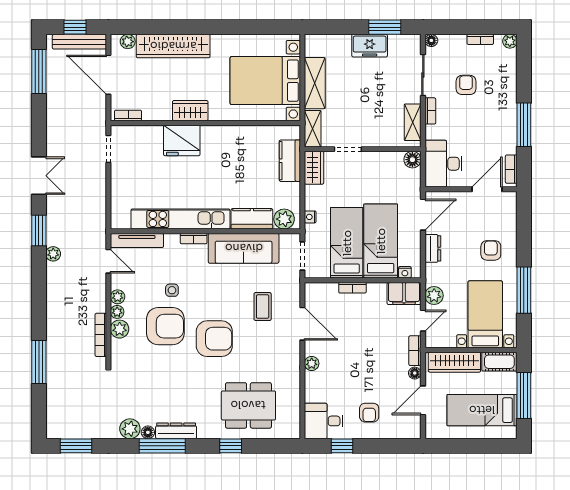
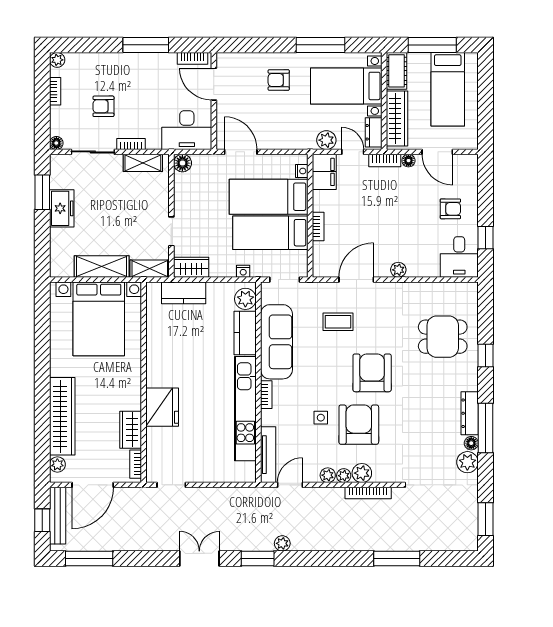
wardrobe: (190, 111) -> (131, 430), moved
dresser: (433, 248) -> (374, 132), moved, turned -90
dining table: (248, 405) -> (443, 337), width x0.73

